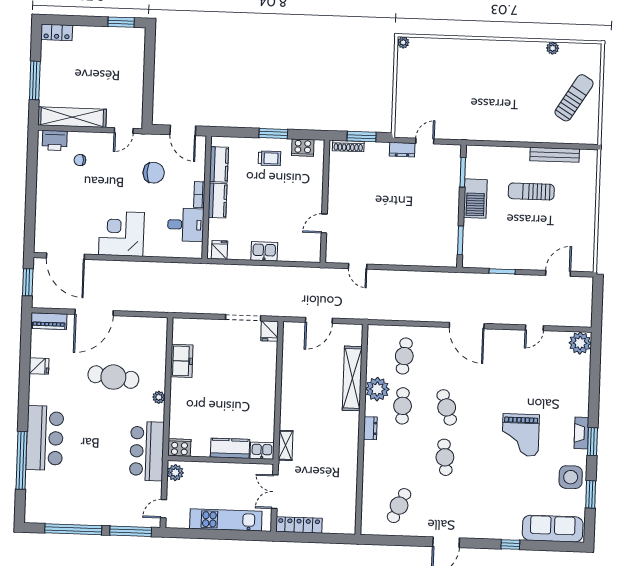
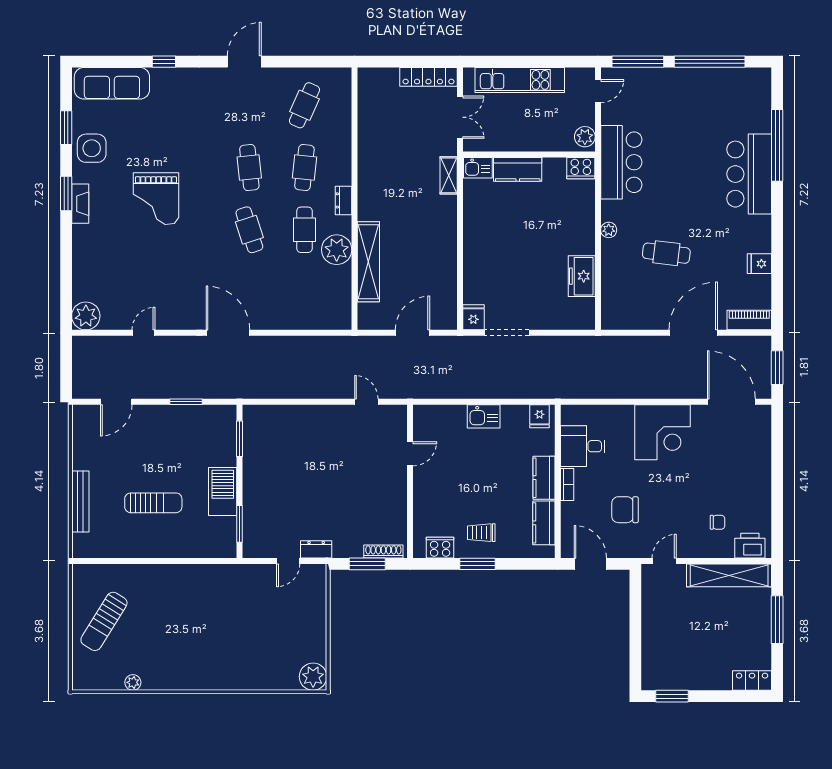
plant: (403, 42) -> (313, 677), width x1.88, depth x1.88
bench: (555, 155) -> (80, 502), moved, turned 90
cafe table: (404, 356) -> (304, 168), moved
cafe table: (113, 377) -> (666, 253), width x0.73, depth x0.74
grand piano: (521, 435) -> (156, 199), turned 180

